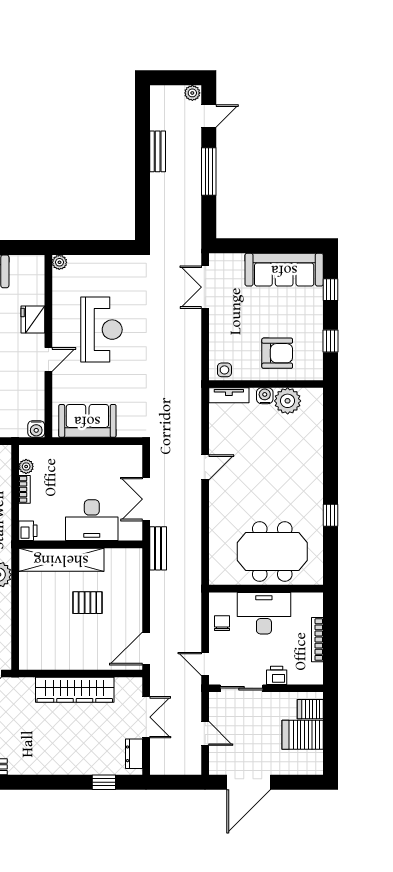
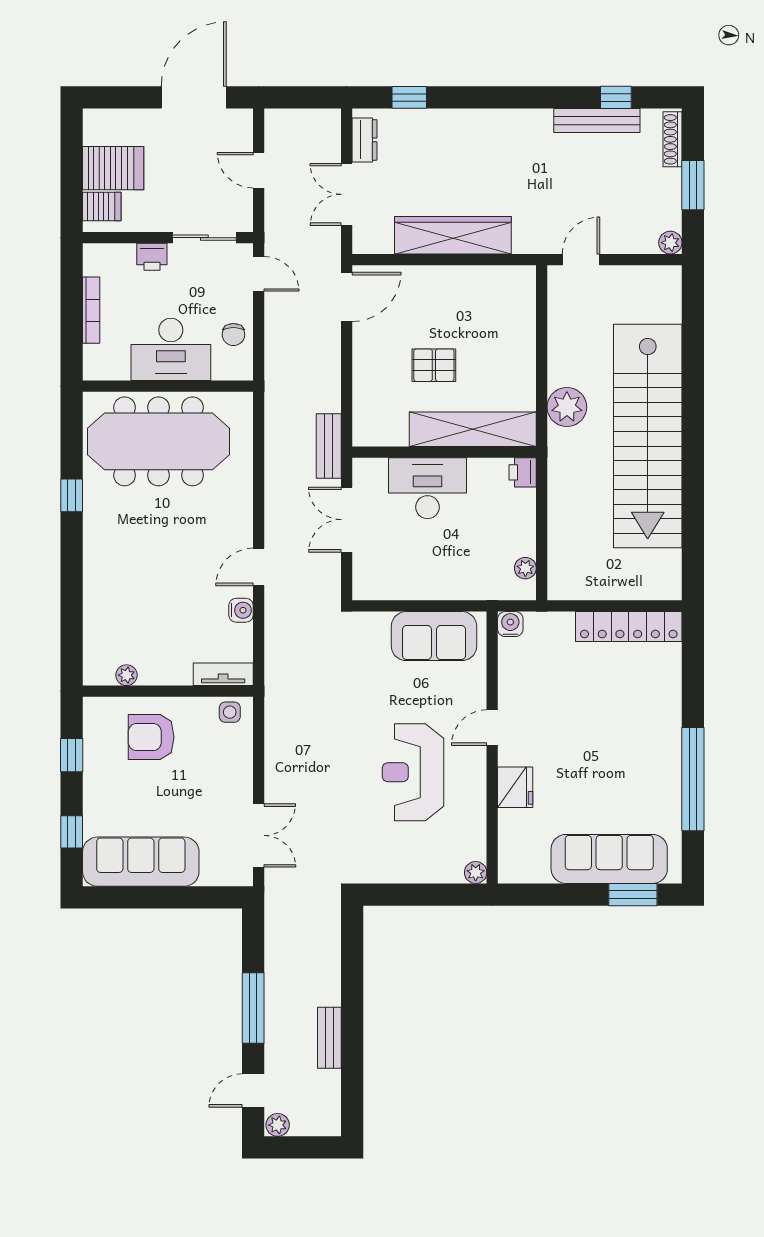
water cooler: (265, 396) -> (241, 610), moved, turned -90
plant: (288, 401) -> (127, 675), width x0.53, depth x0.53
bookcase: (24, 489) -> (528, 534), removed
double door: (146, 499) -> (347, 520), swing flipped
meeting table: (272, 552) -> (159, 441), width x1.36

